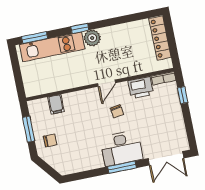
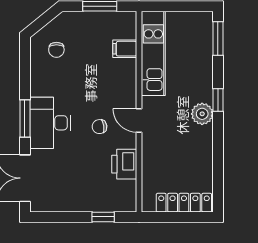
kitchen unit: (52, 47) -> (153, 53), moved, turned 180
bookcase: (163, 78) -> (130, 196), removed
chair: (50, 140) -> (56, 50), moved

